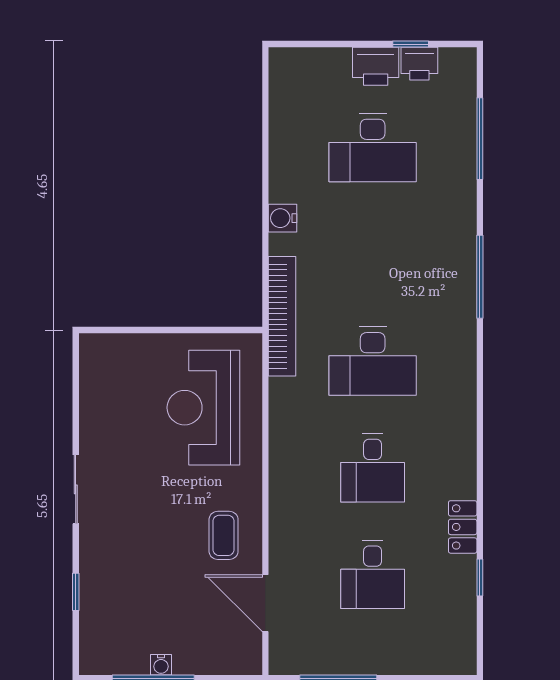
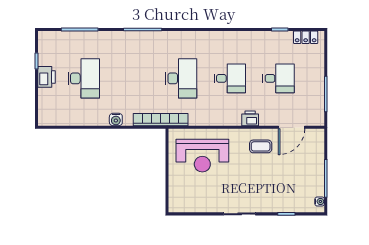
printer: (419, 64) -> (250, 118), moved, turned -90
locker: (463, 527) -> (306, 37), moved
water cooler: (161, 665) -> (320, 201), moved

